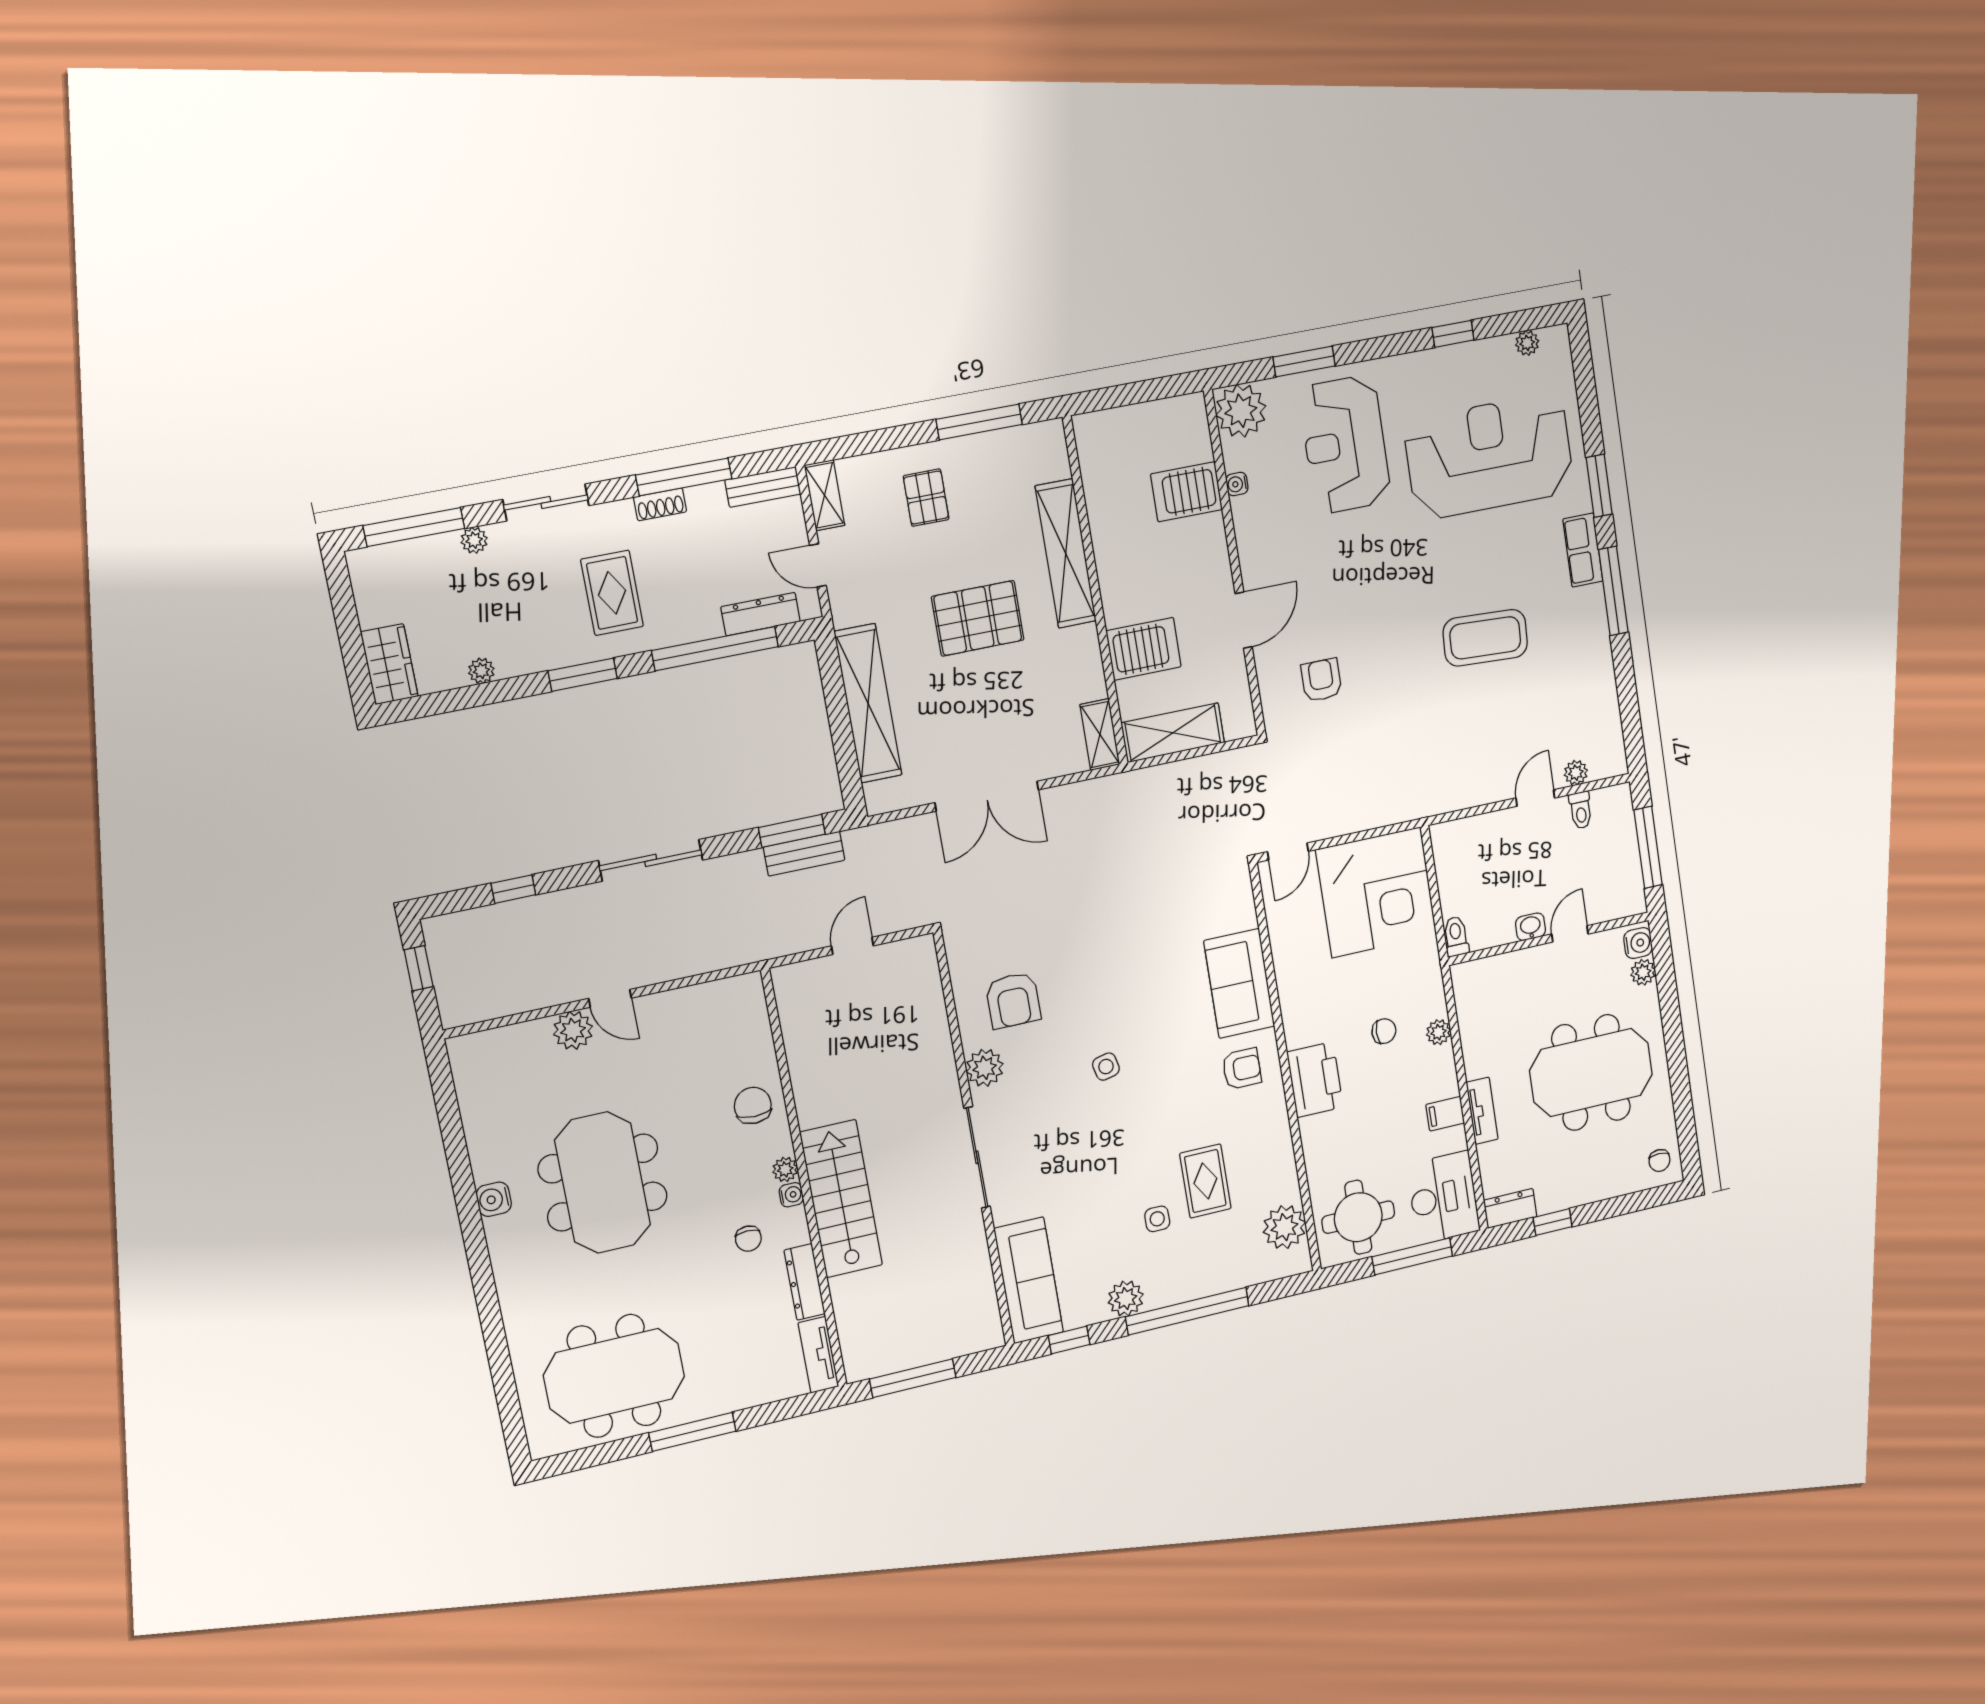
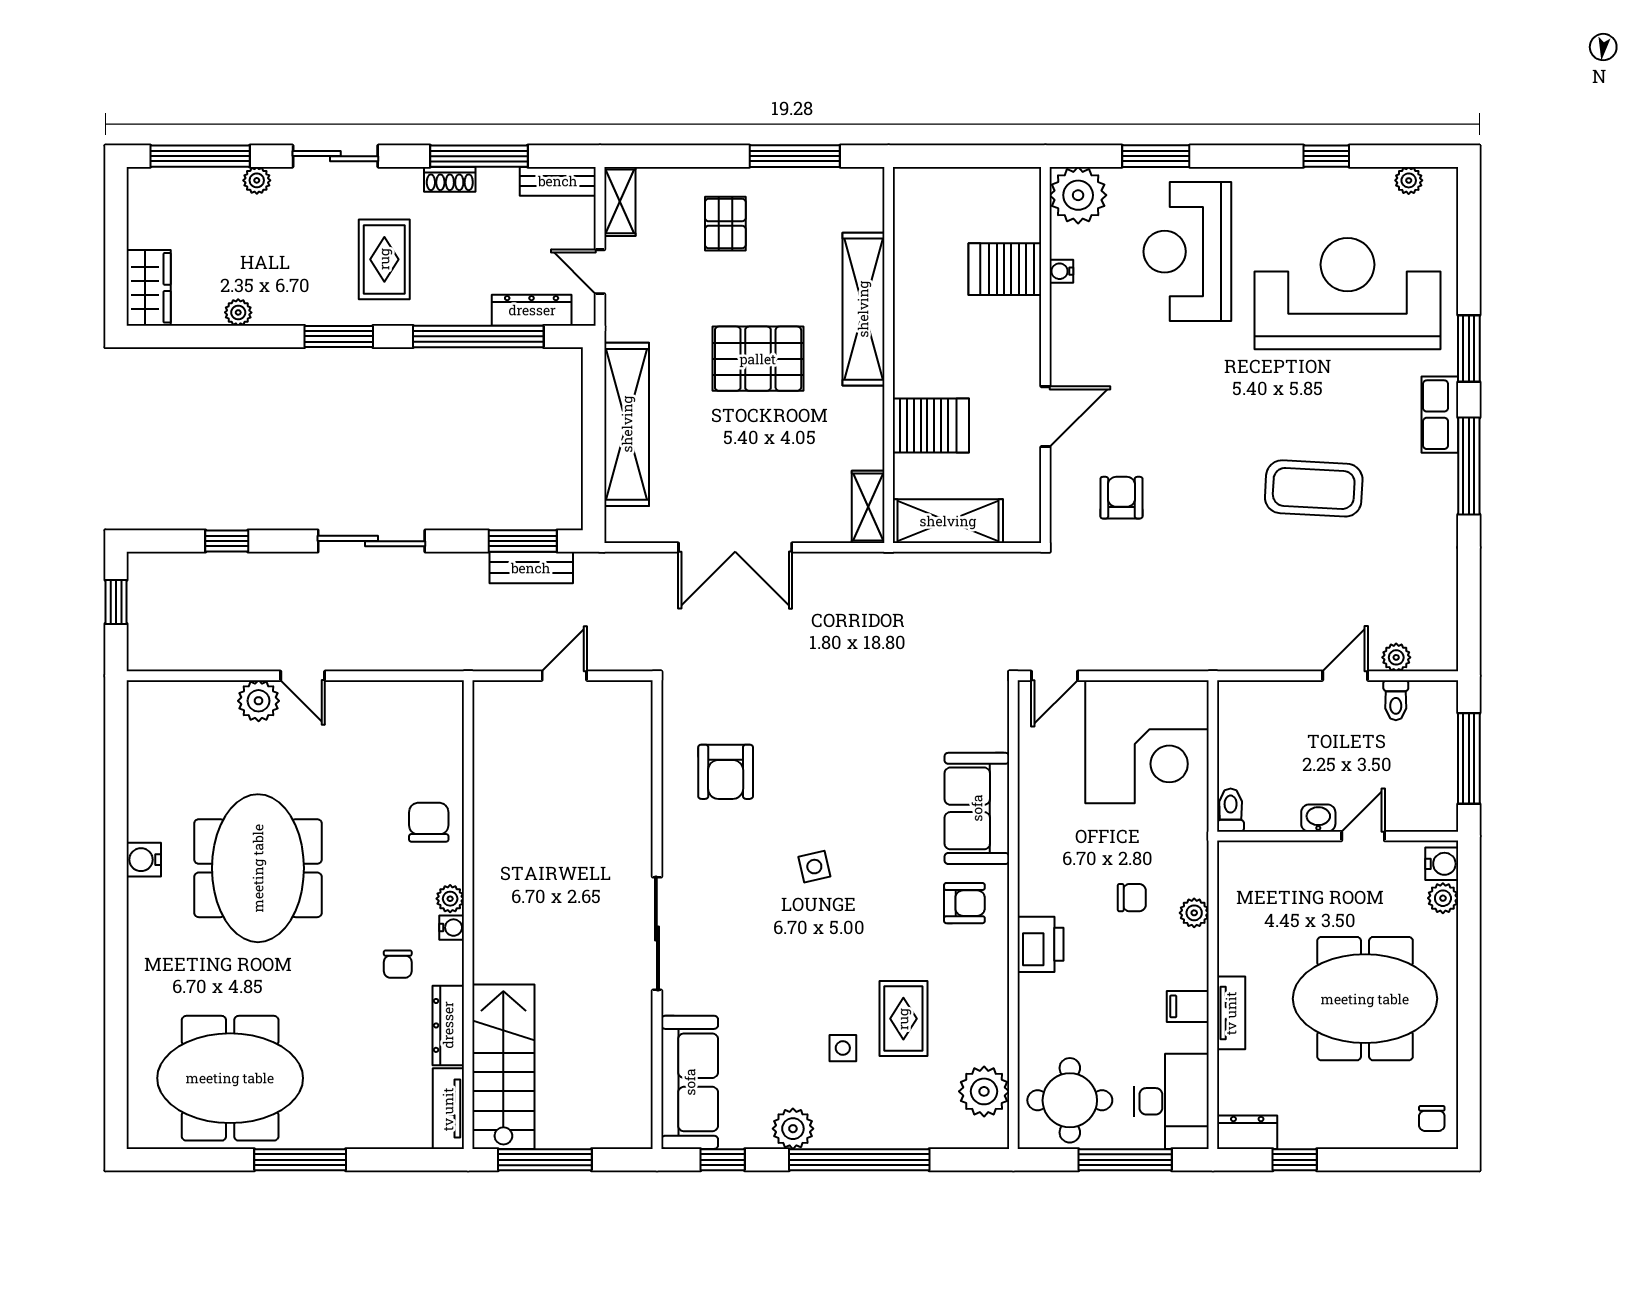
plant: (985, 1068) -> (682, 838), removed
printer: (1315, 1080) -> (1041, 944), width x0.73, depth x0.84
stairs: (841, 1199) -> (503, 1067), moved

